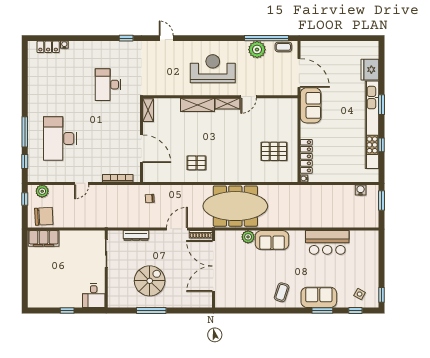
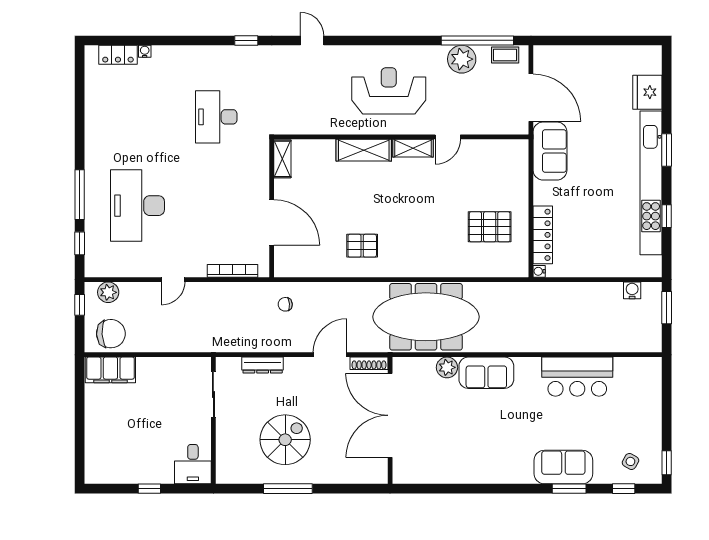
coffee table: (282, 292) -> (502, 459), removed

